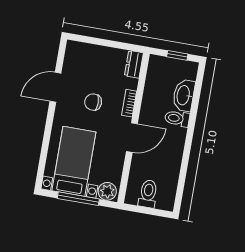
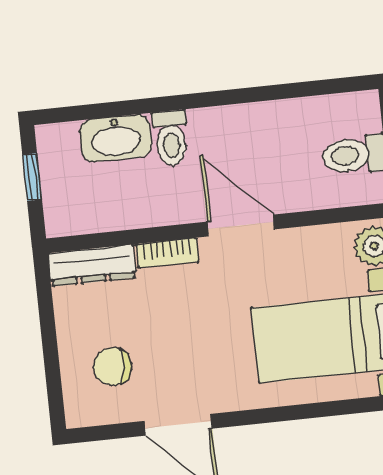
dresser: (134, 64) -> (92, 265), width x1.44
chair: (93, 102) -> (112, 366), moved, turned 95

